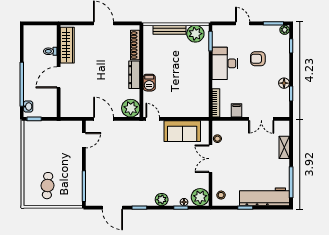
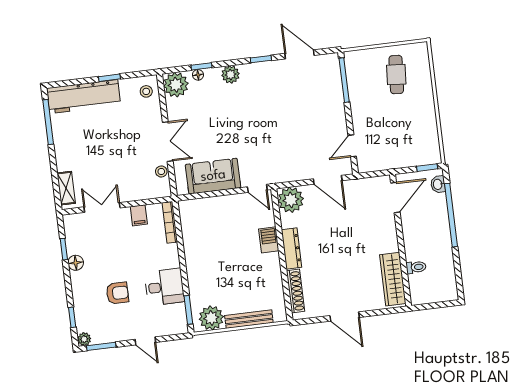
desk: (225, 63) -> (164, 287), width x0.73
door: (59, 77) -> (395, 198), moved
shelving: (284, 147) -> (66, 188), moved

